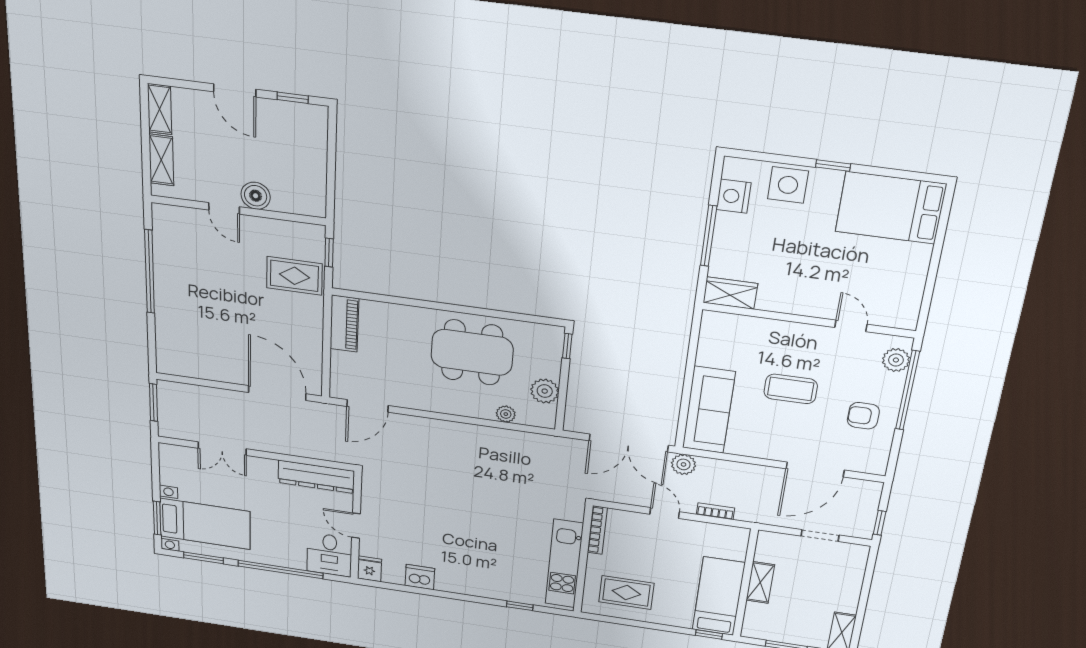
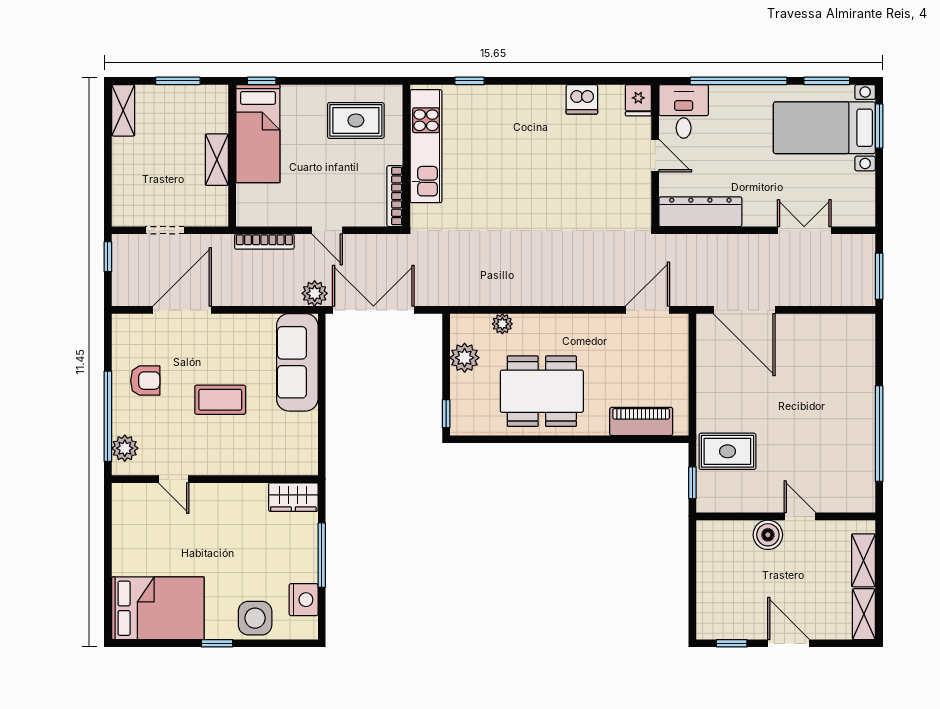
piano: (344, 324) -> (641, 421), moved, turned 90
bookcase: (715, 511) -> (264, 242), width x1.56

